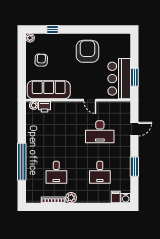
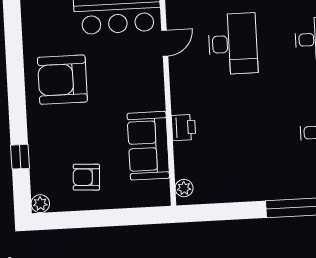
sofa: (49, 90) -> (148, 146), width x0.73
door: (90, 100) -> (165, 43), moved
printer: (45, 107) -> (183, 127), moved

